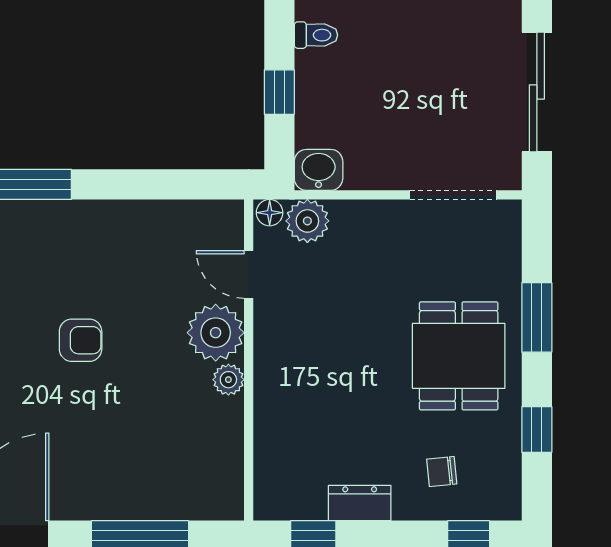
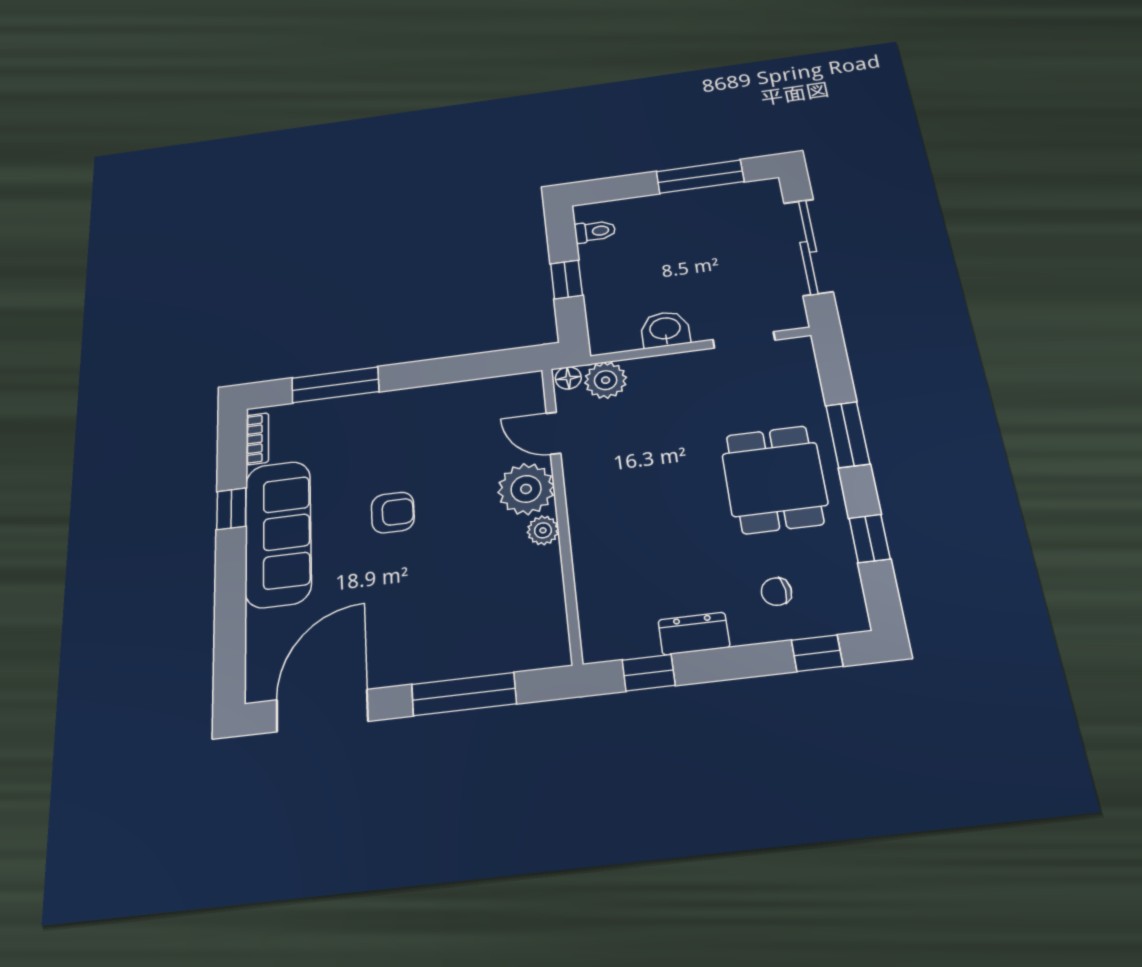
washbasin: (319, 170) -> (665, 329), moved
doorway: (453, 195) -> (744, 340), width x0.73

